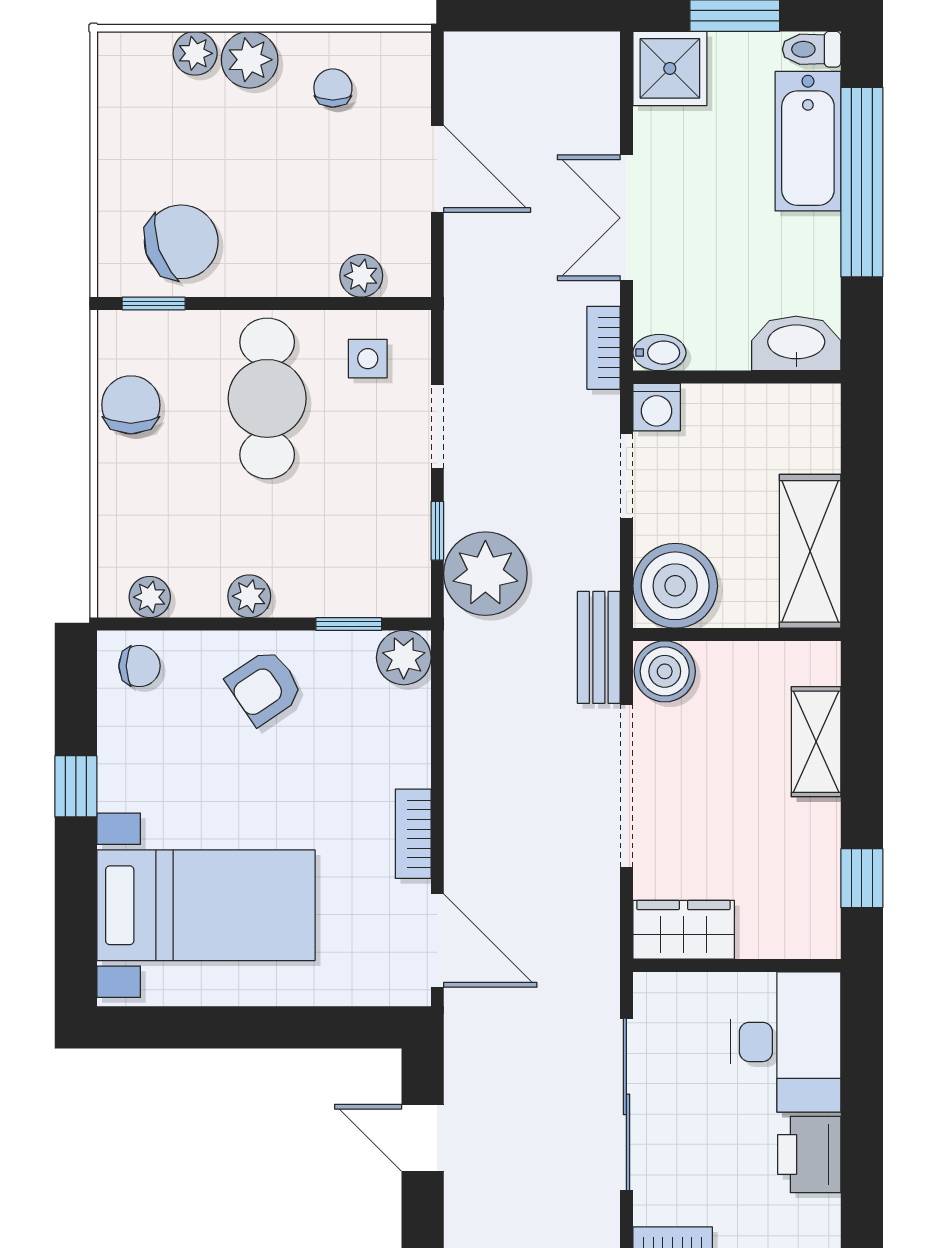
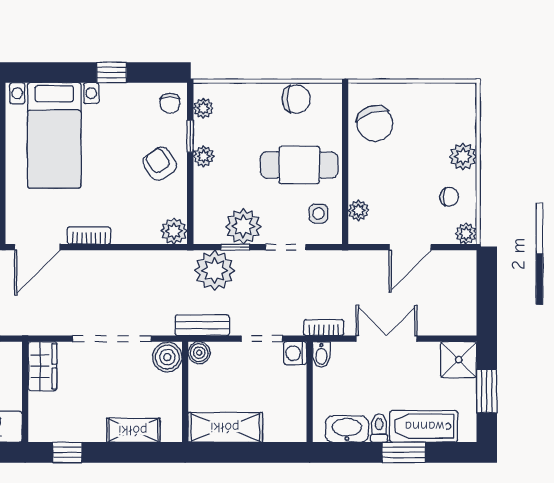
toilet: (812, 49) -> (379, 428), moved
plant: (195, 53) -> (466, 234), moved
window: (862, 182) -> (404, 452), width x0.47
window: (154, 303) -> (345, 110), removed
washbasin: (796, 343) -> (347, 429), moved, turned -90
plant: (394, 514) -> (243, 226), added
boiler: (675, 586) -> (199, 353), width x0.54, depth x0.54
window: (349, 624) -> (190, 136), moved
bench: (599, 647) -> (202, 325), moved

